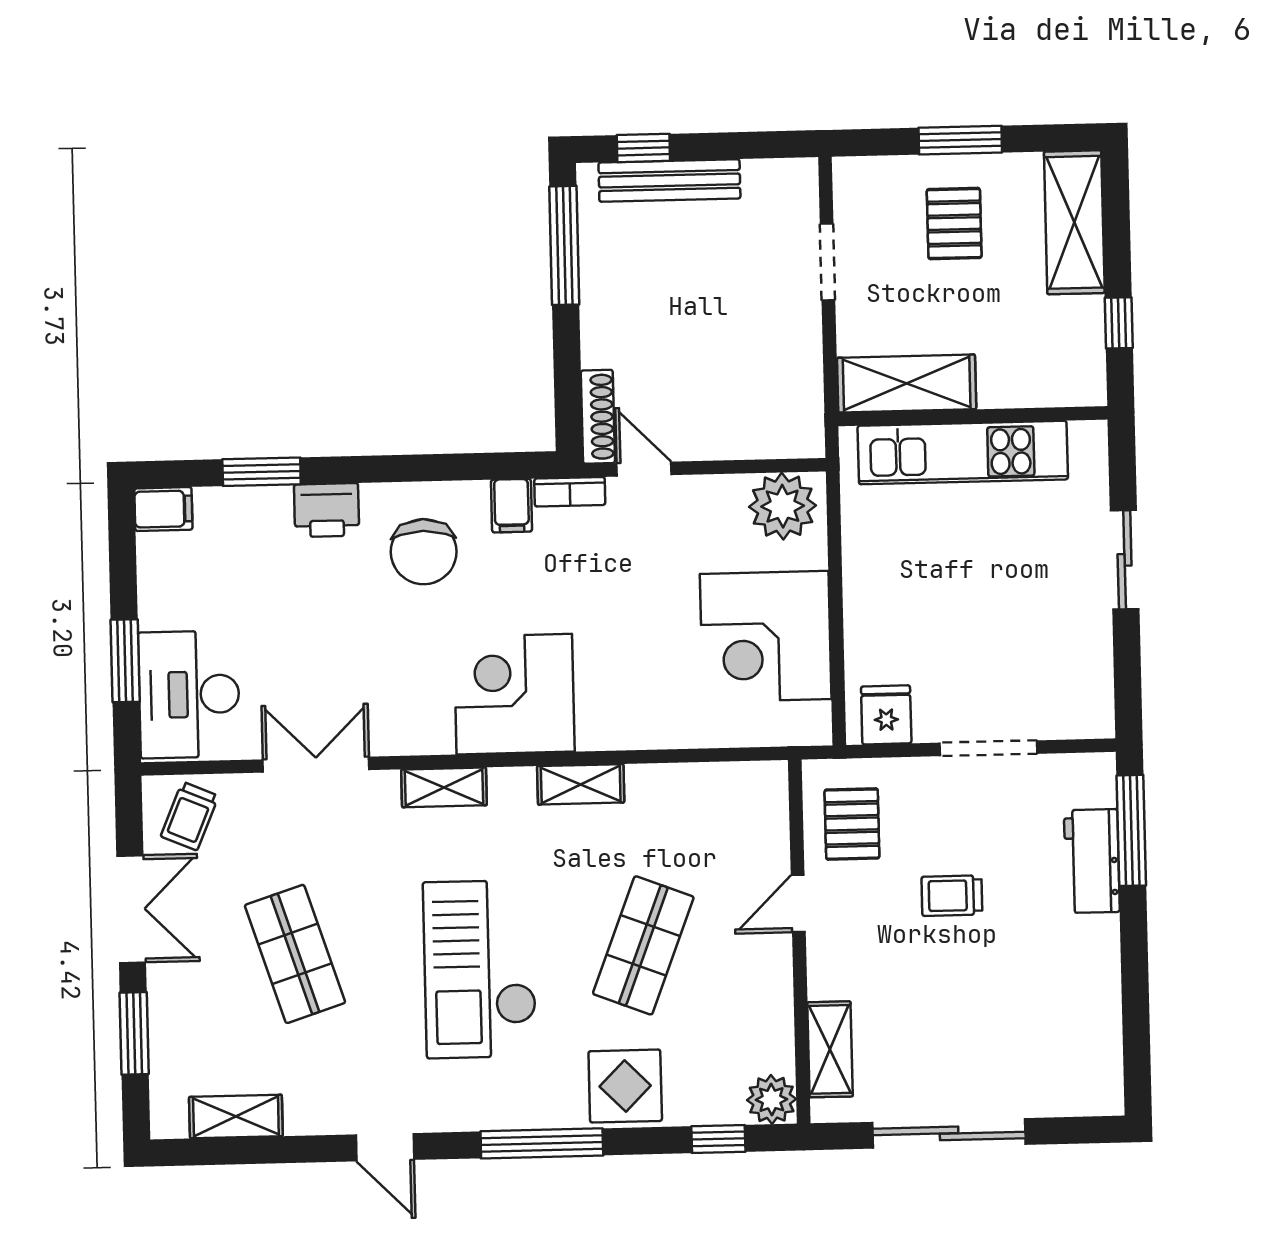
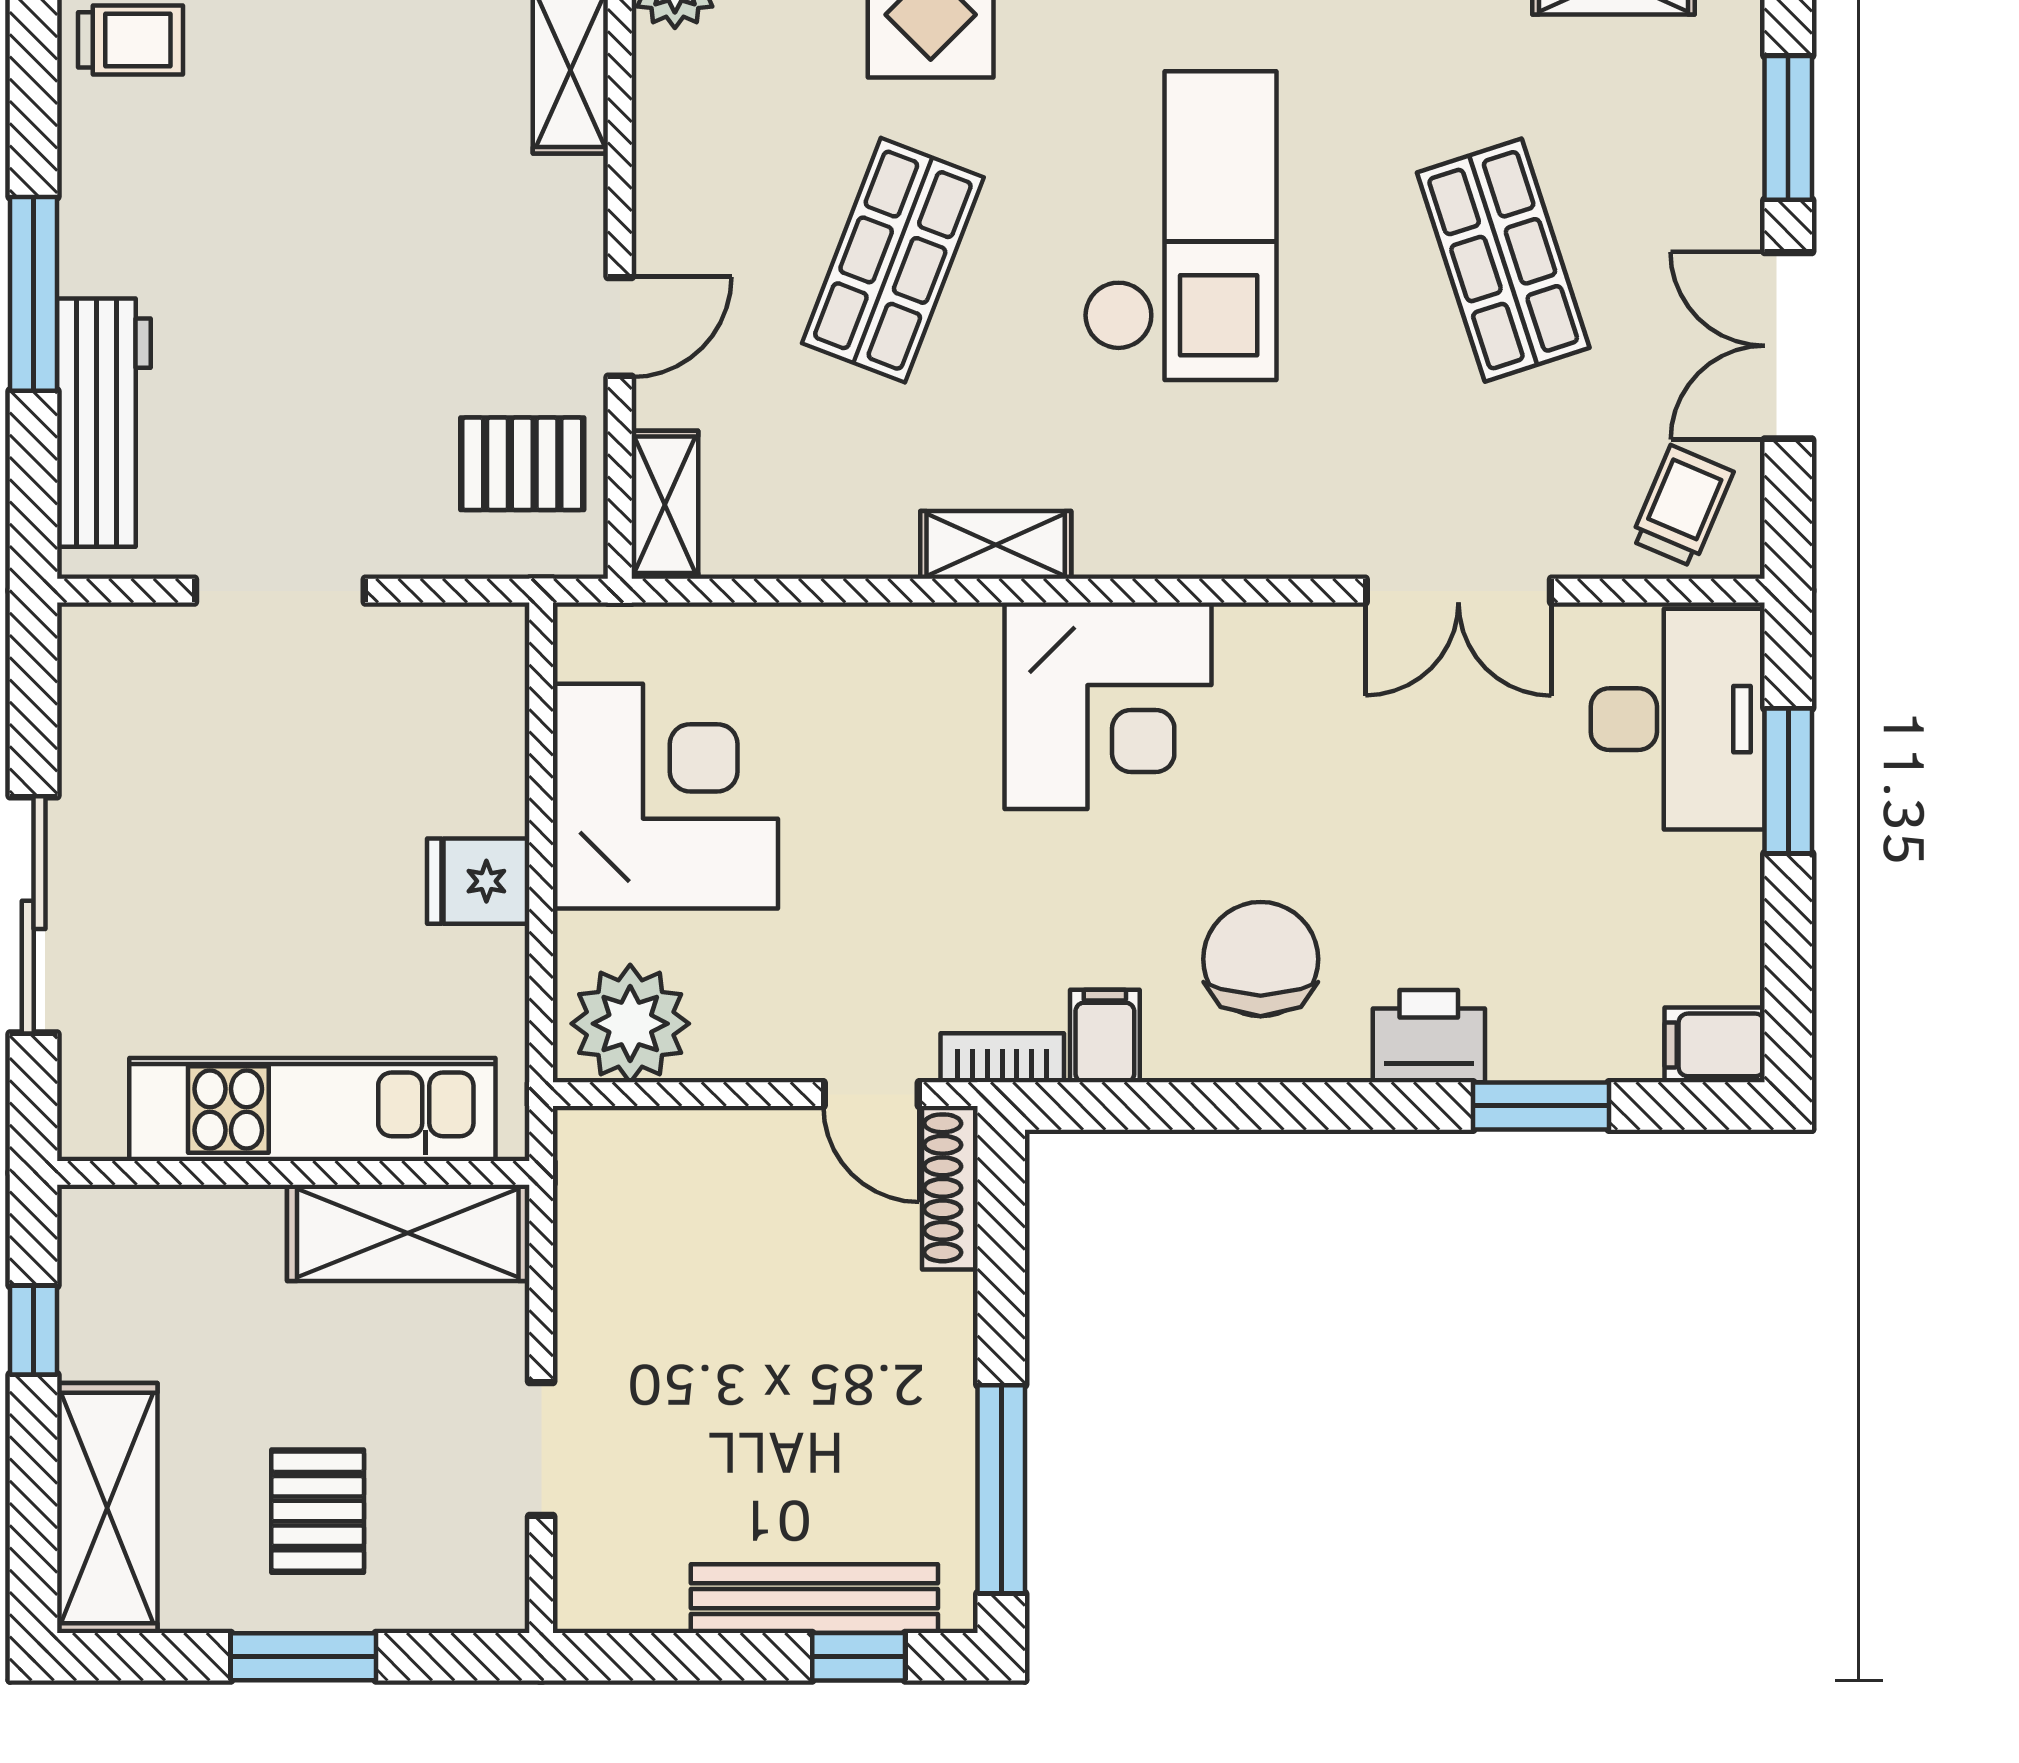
sliding door: (1125, 560) -> (34, 915), width x1.37
fridge: (886, 715) -> (478, 881), moved, turned 90
shelving: (444, 787) -> (665, 505), moved, turned 90
pallet: (852, 824) -> (522, 464), turned 90
window: (1131, 830) -> (34, 294), moved
workbench: (1092, 861) -> (104, 423), width x1.38
trolley: (952, 896) -> (131, 40), moved

